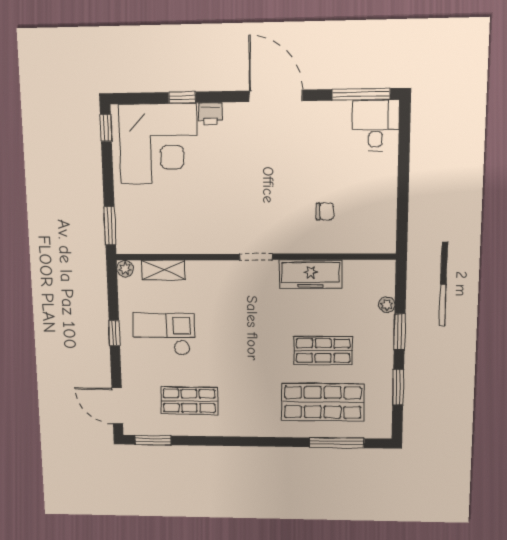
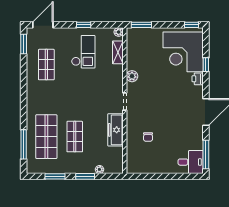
plant: (208, 243) -> (132, 76), added

